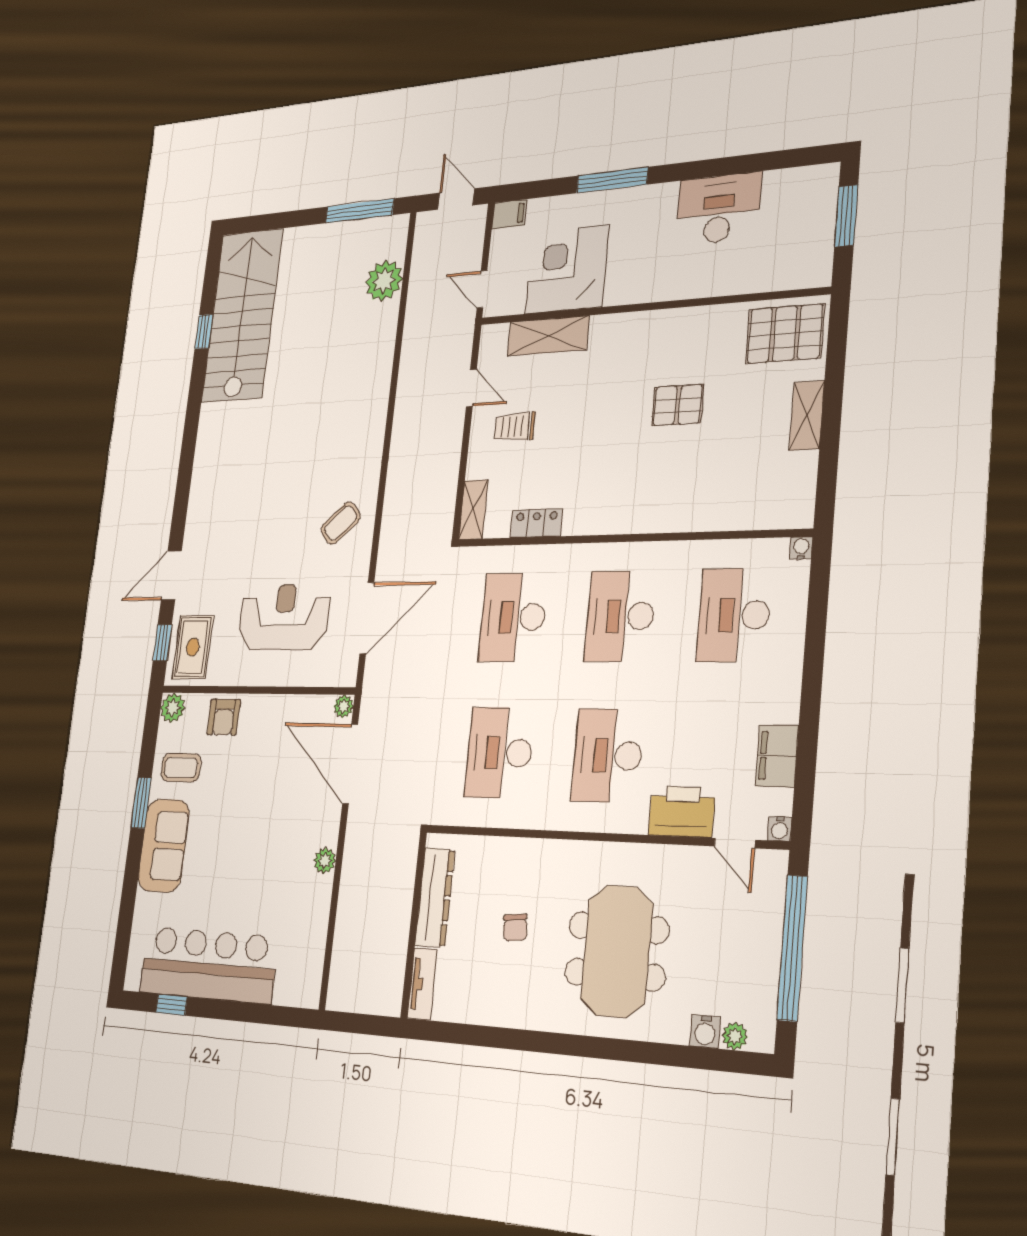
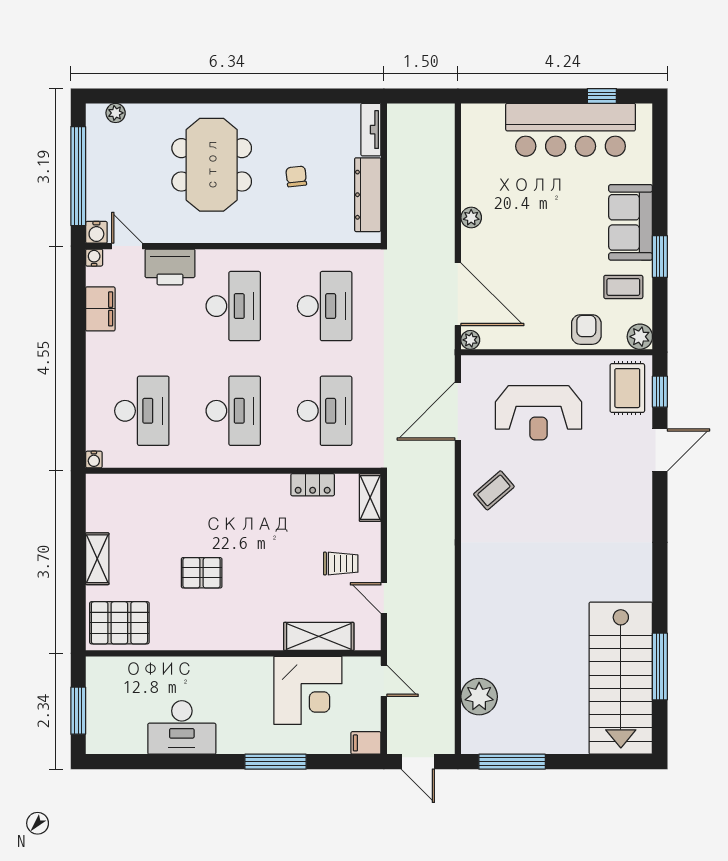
window: (204, 332) -> (660, 666), width x2.17
water cooler: (705, 1032) -> (96, 232), moved, turned 180

